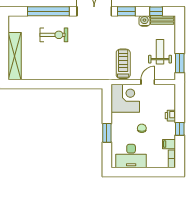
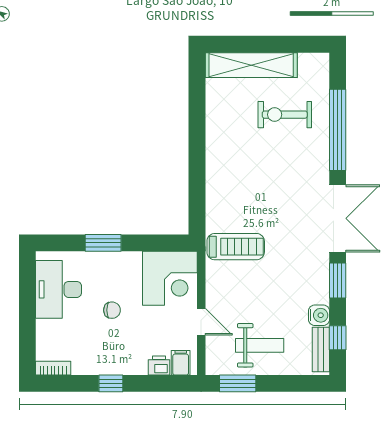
exercise bike: (54, 35) -> (285, 115), moved, turned 90
treadmill: (123, 64) -> (236, 247), moved
printer: (170, 116) -> (159, 365), moved
filing cabinet: (169, 144) -> (181, 363), moved

